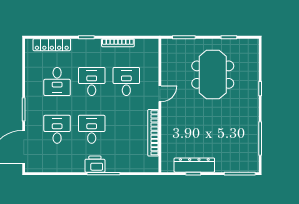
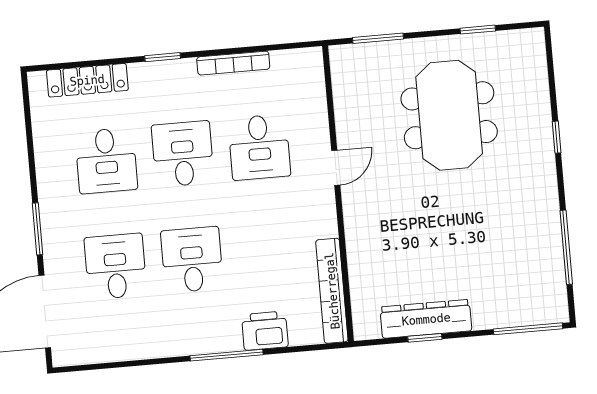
desk: (126, 81) -> (259, 147), turned 180
bookcase: (153, 133) -> (332, 291), moved
printer: (95, 164) -> (265, 331), moved

